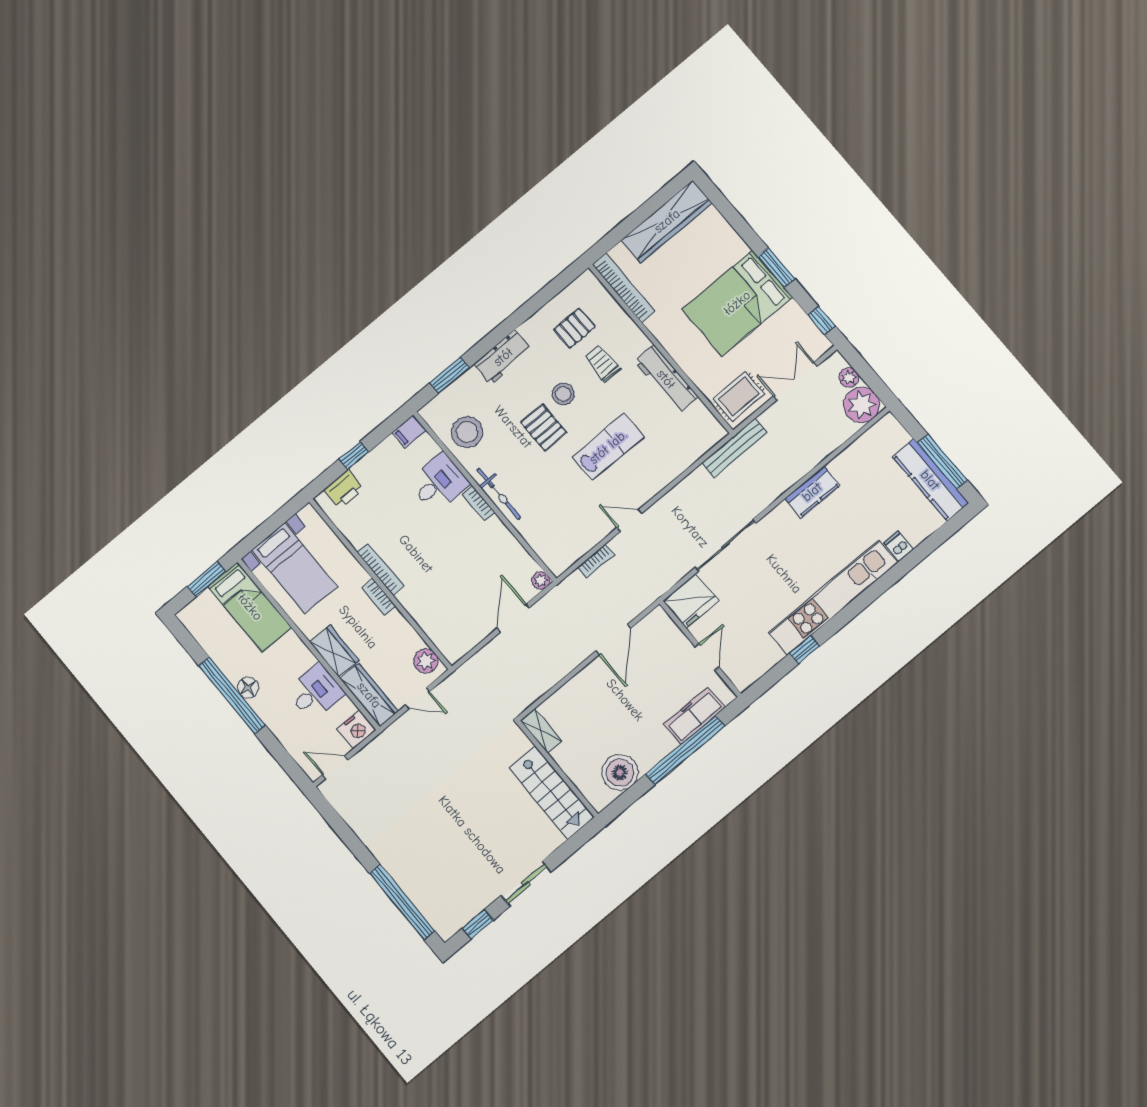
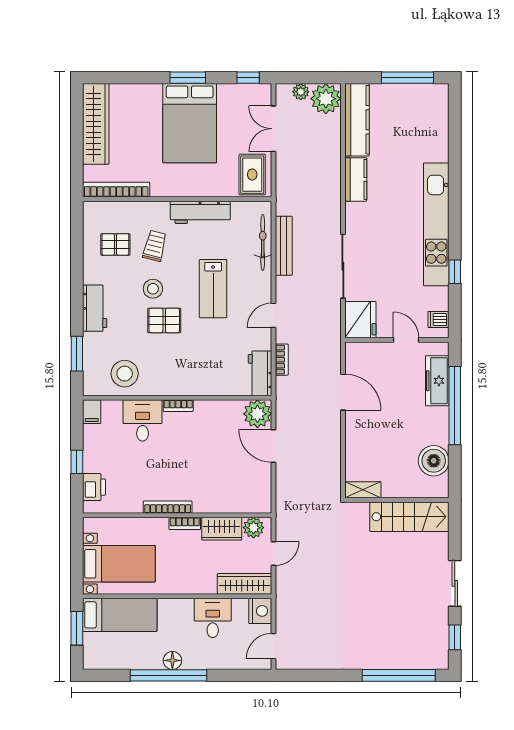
pallet: (575, 328) -> (115, 244), turned 90
trolley: (603, 364) -> (155, 246), turned 104
lab bench: (608, 447) -> (213, 289), turned 180
bench: (734, 448) -> (284, 246), moved
kitchen counter: (930, 480) -> (357, 120), moved, turned -90
bicycle: (499, 494) -> (263, 242), moved, turned -90
dishwasher: (899, 546) -> (438, 319), moved
workbench: (568, 552) -> (260, 373), added
plant: (541, 581) -> (257, 414), width x1.88, depth x1.88
wardrobe: (334, 651) -> (222, 529), moved, turned 180

